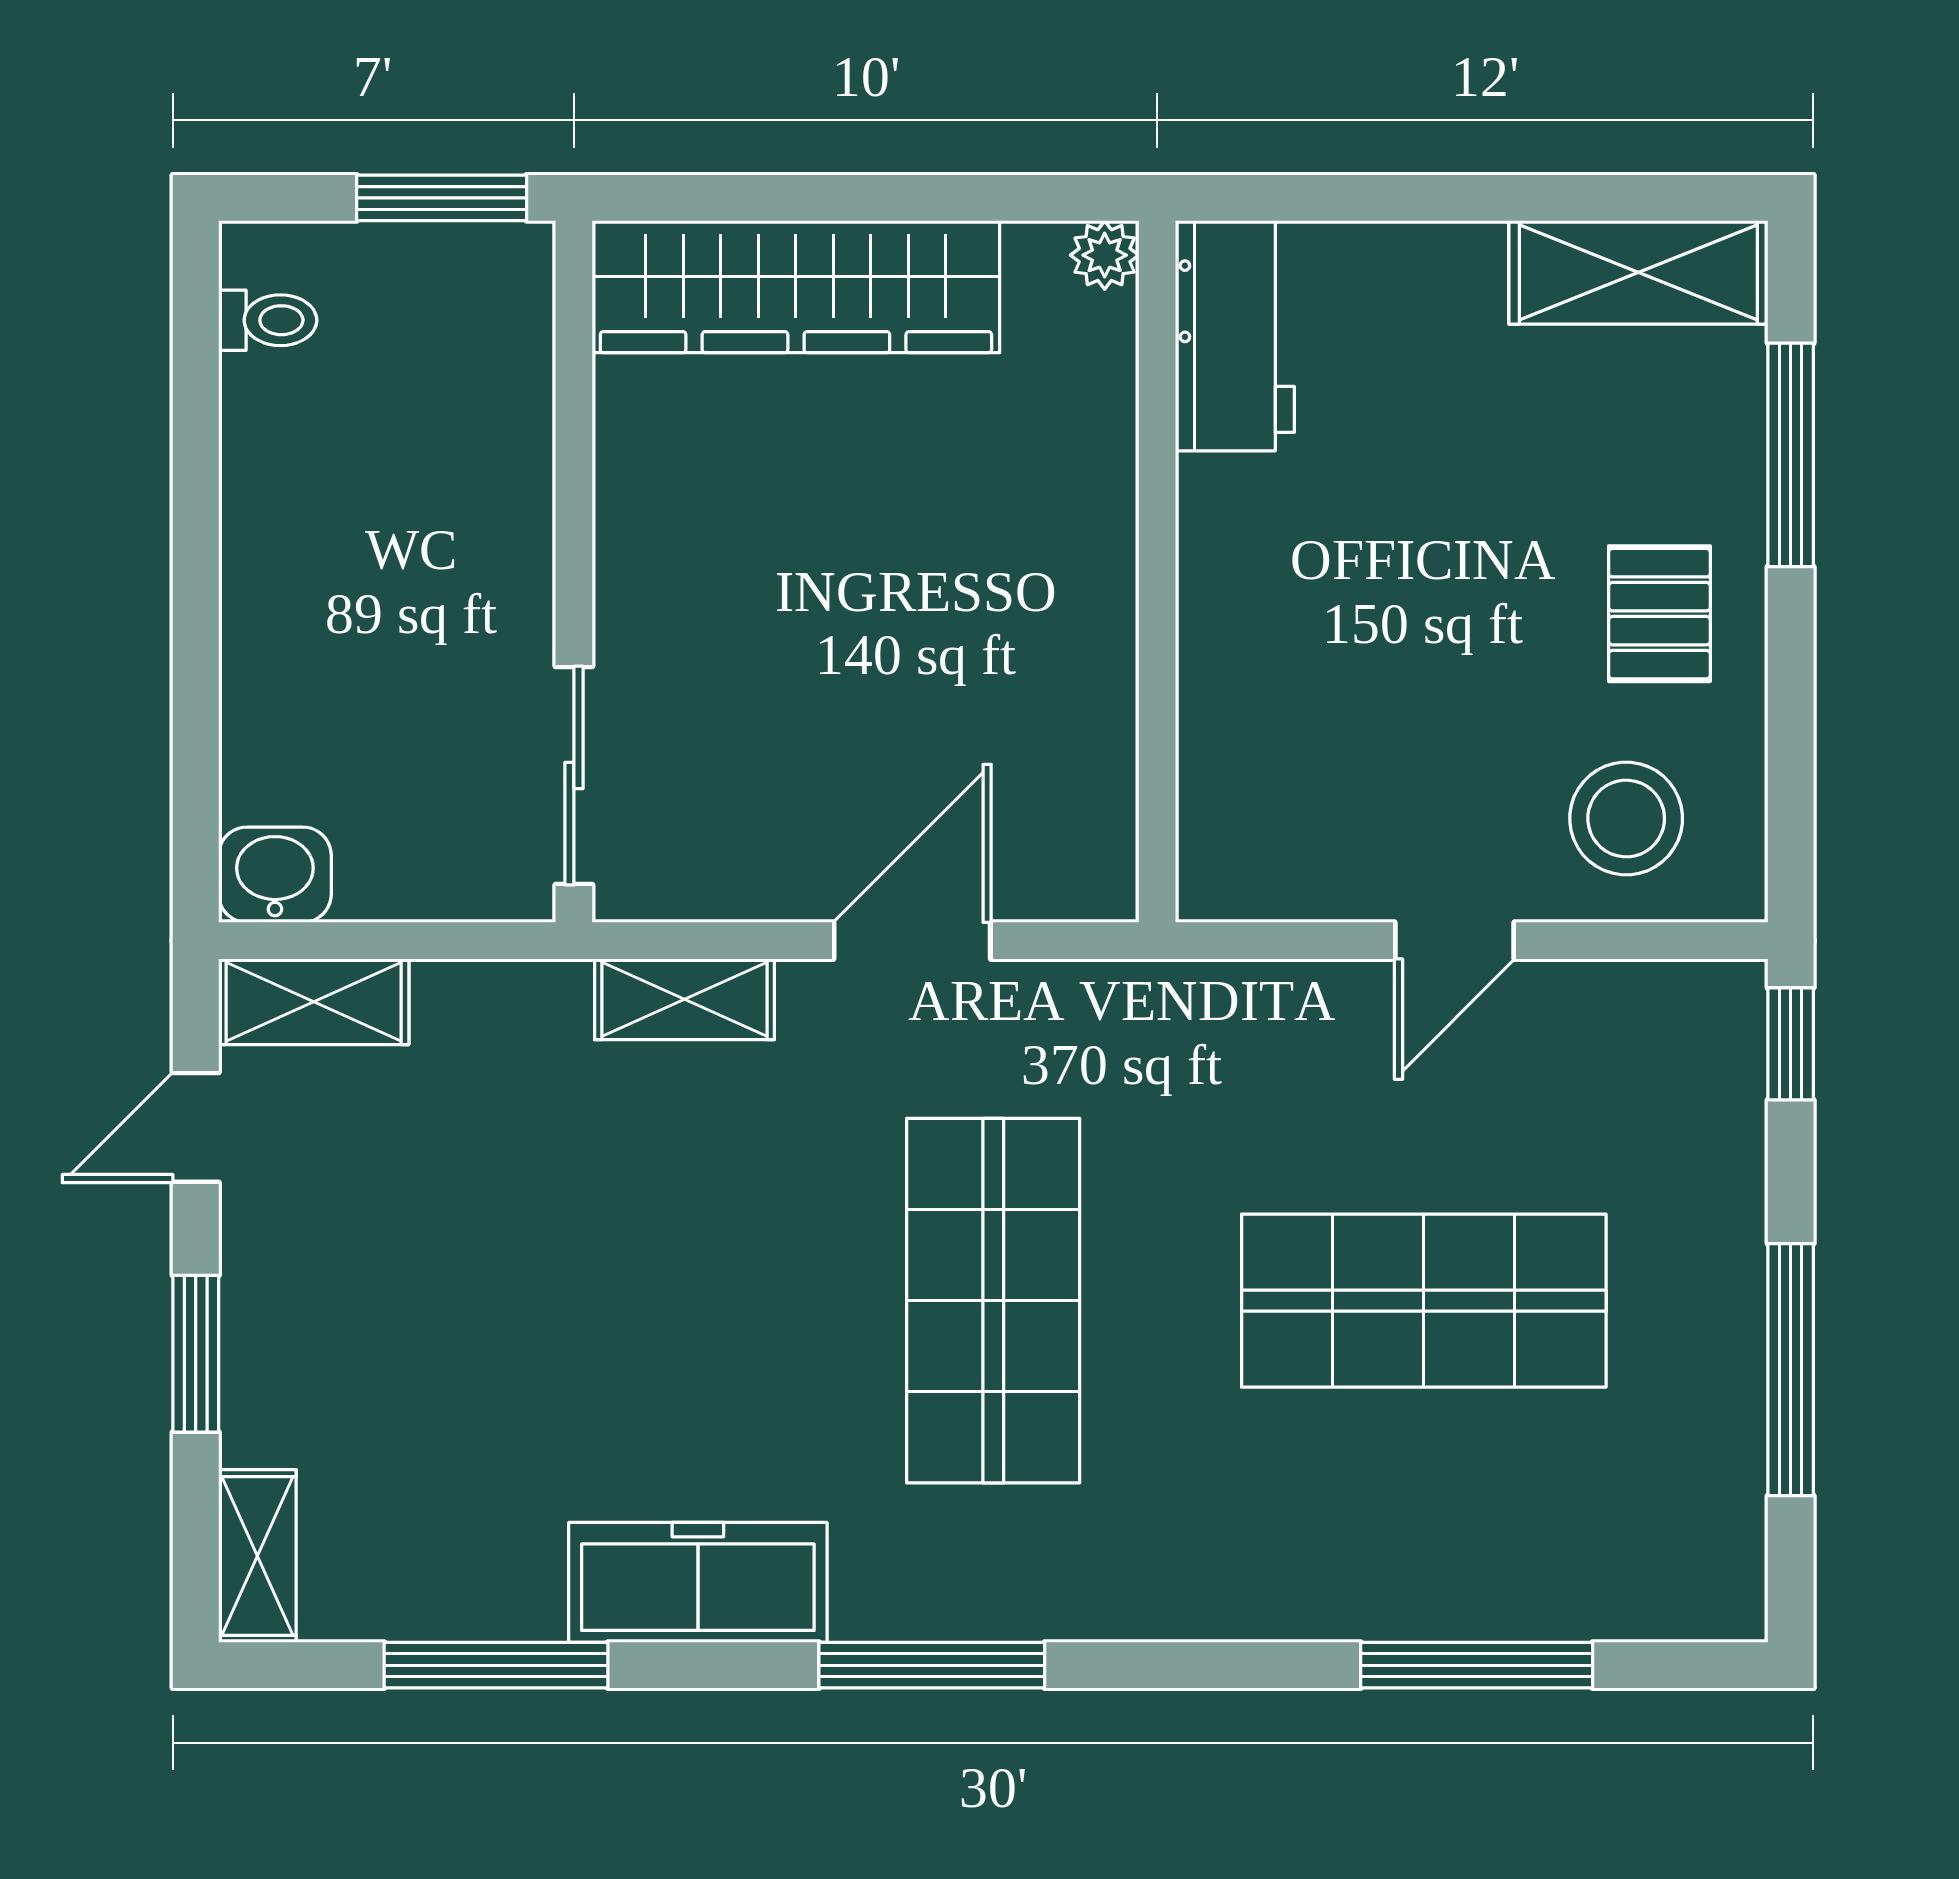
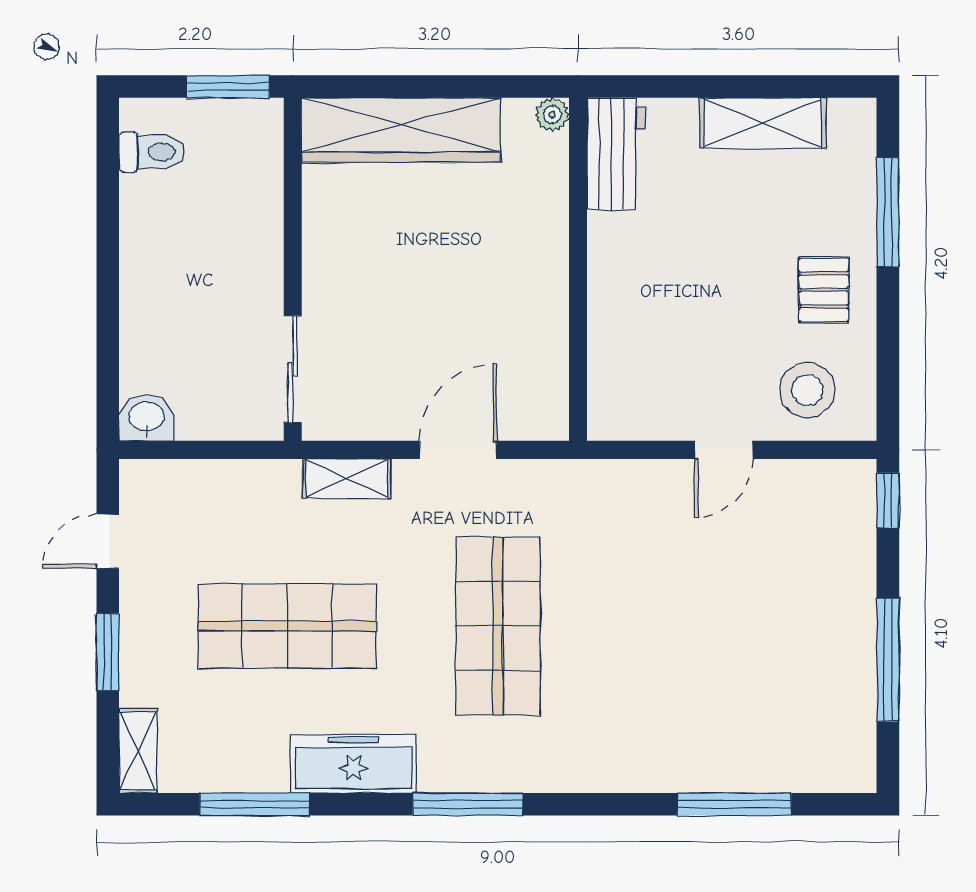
shelving: (1638, 272) -> (763, 123), moved
toilet: (268, 320) -> (152, 152), width x1.37, depth x1.39
shelving: (314, 1002) -> (165, 480), removed
shop shelf: (1424, 1301) -> (287, 626), moved

